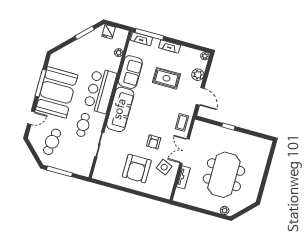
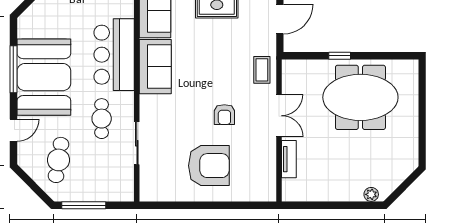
door: (200, 96) -> (280, 19), hinge flipped
sofa: (120, 109) -> (155, 67), width x0.73
double door: (185, 151) -> (279, 116), swing flipped
side table: (164, 167) -> (253, 151), removed
armchair: (137, 169) -> (209, 166), turned -90
meeting table: (224, 175) -> (360, 97), moved, turned 90

